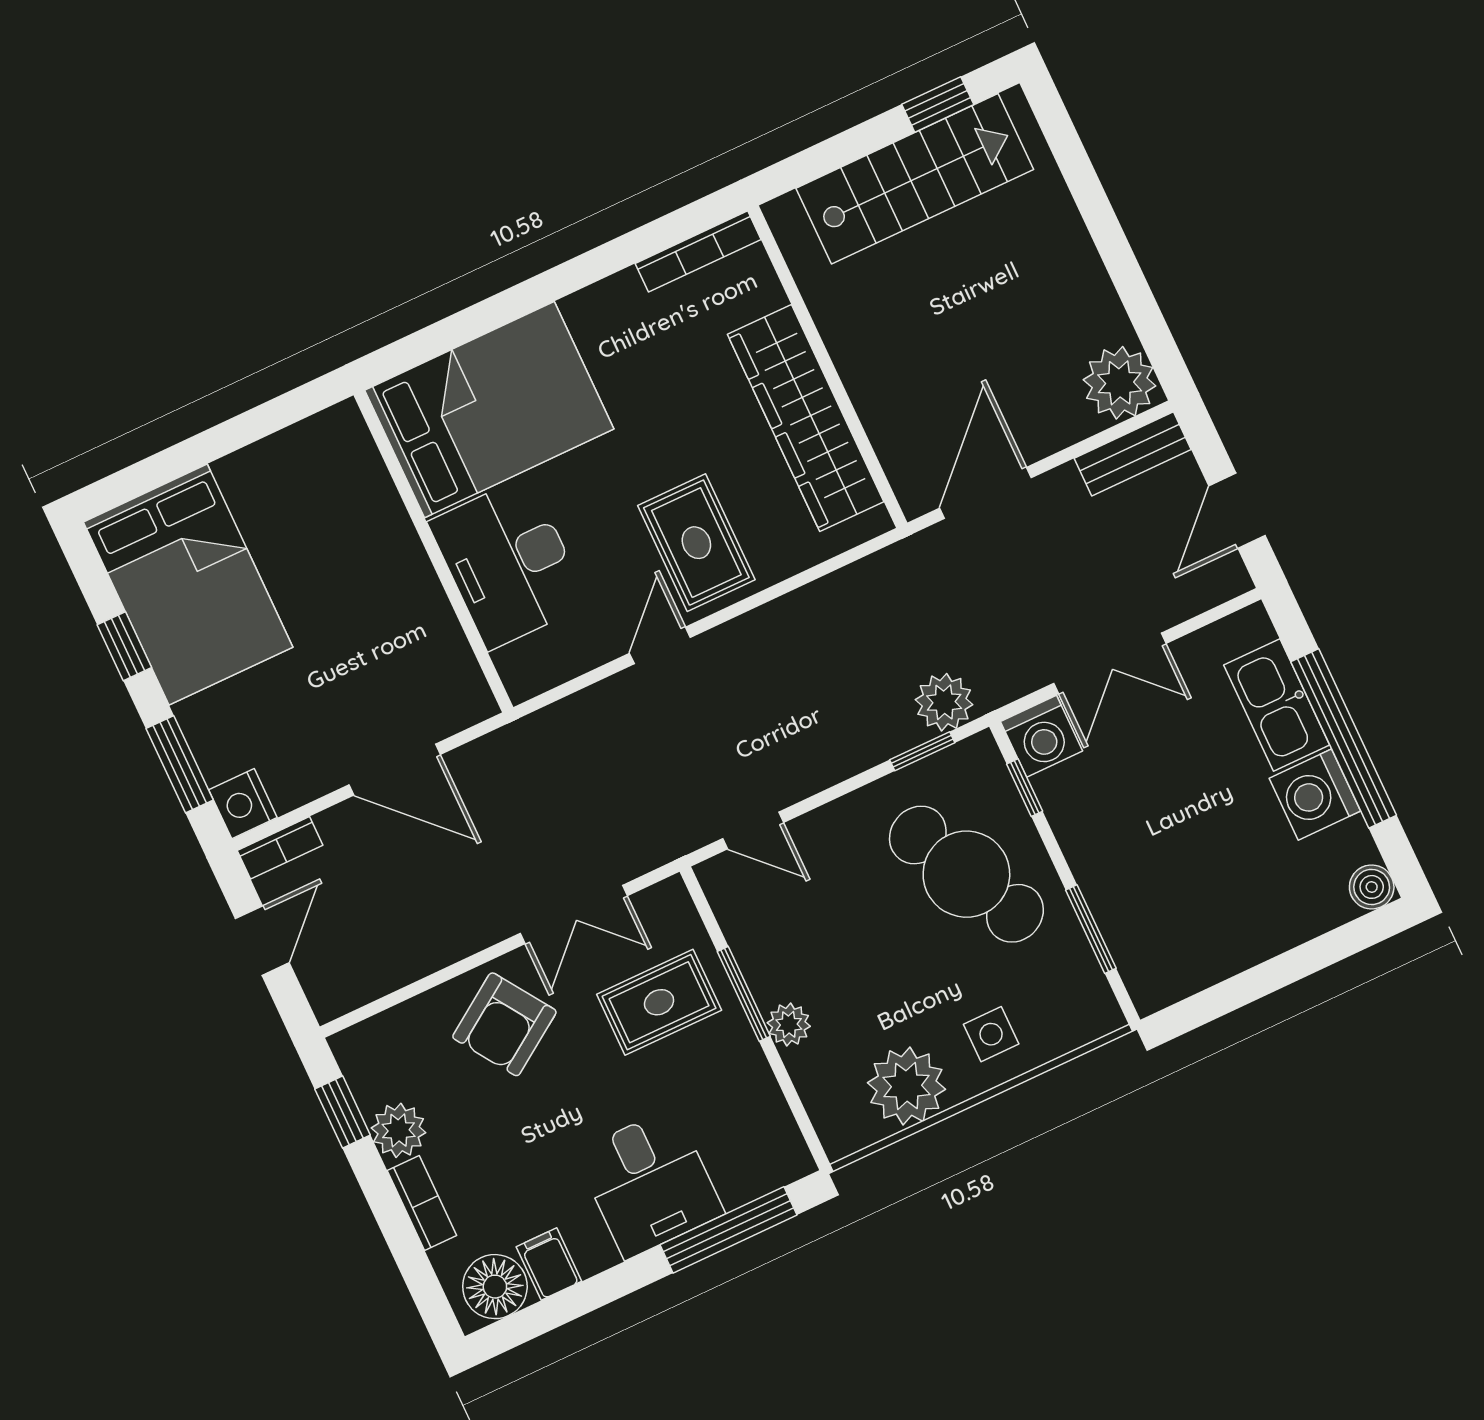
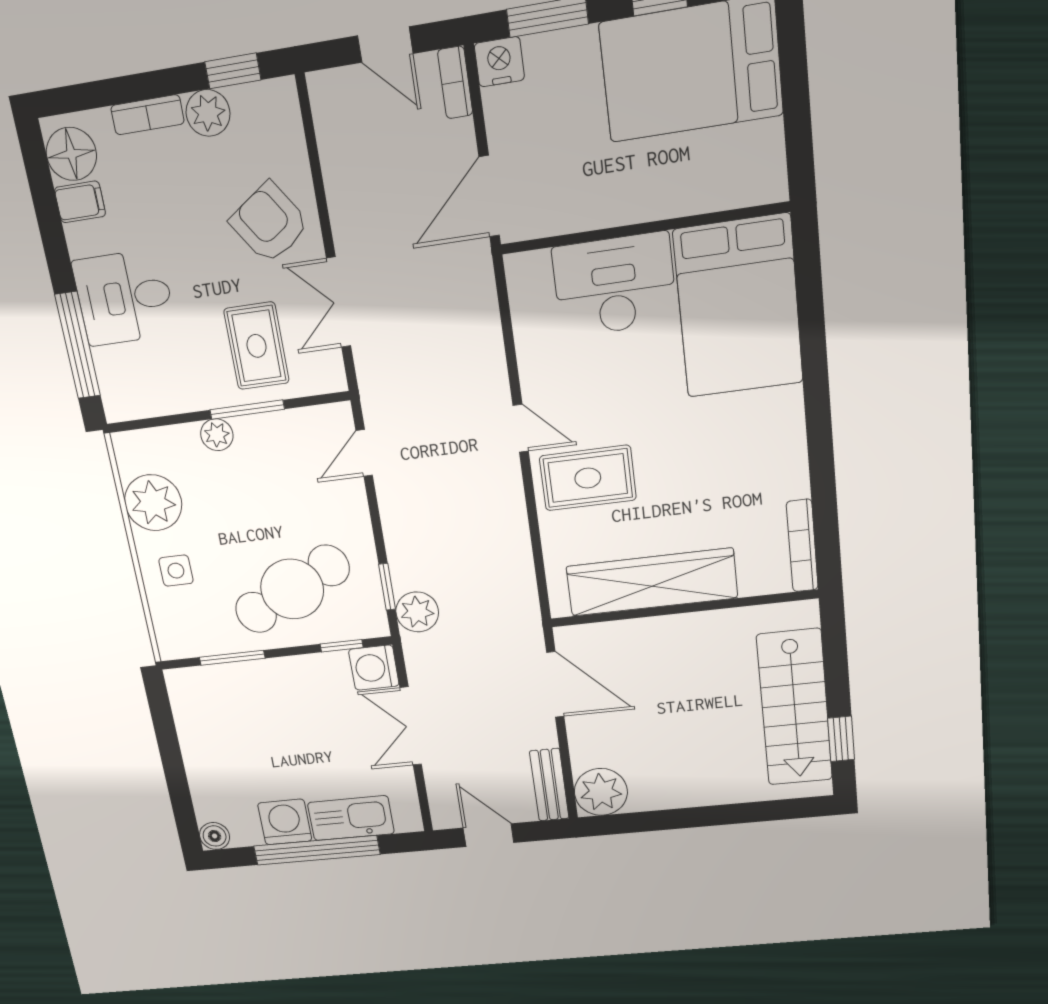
bed: (489, 410) -> (738, 307), moved
wall: (433, 551) -> (644, 228), moved
desk: (508, 563) -> (615, 285), moved

